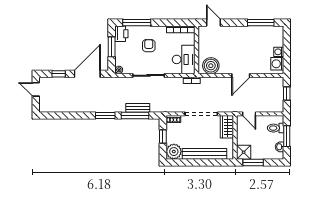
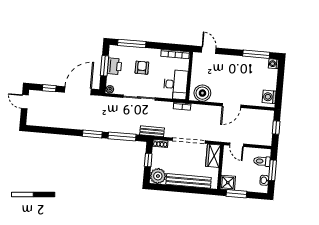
printer: (121, 34) -> (114, 66), moved
washing machine: (279, 52) -> (274, 64), moved
bench: (138, 108) -> (152, 131), moved

